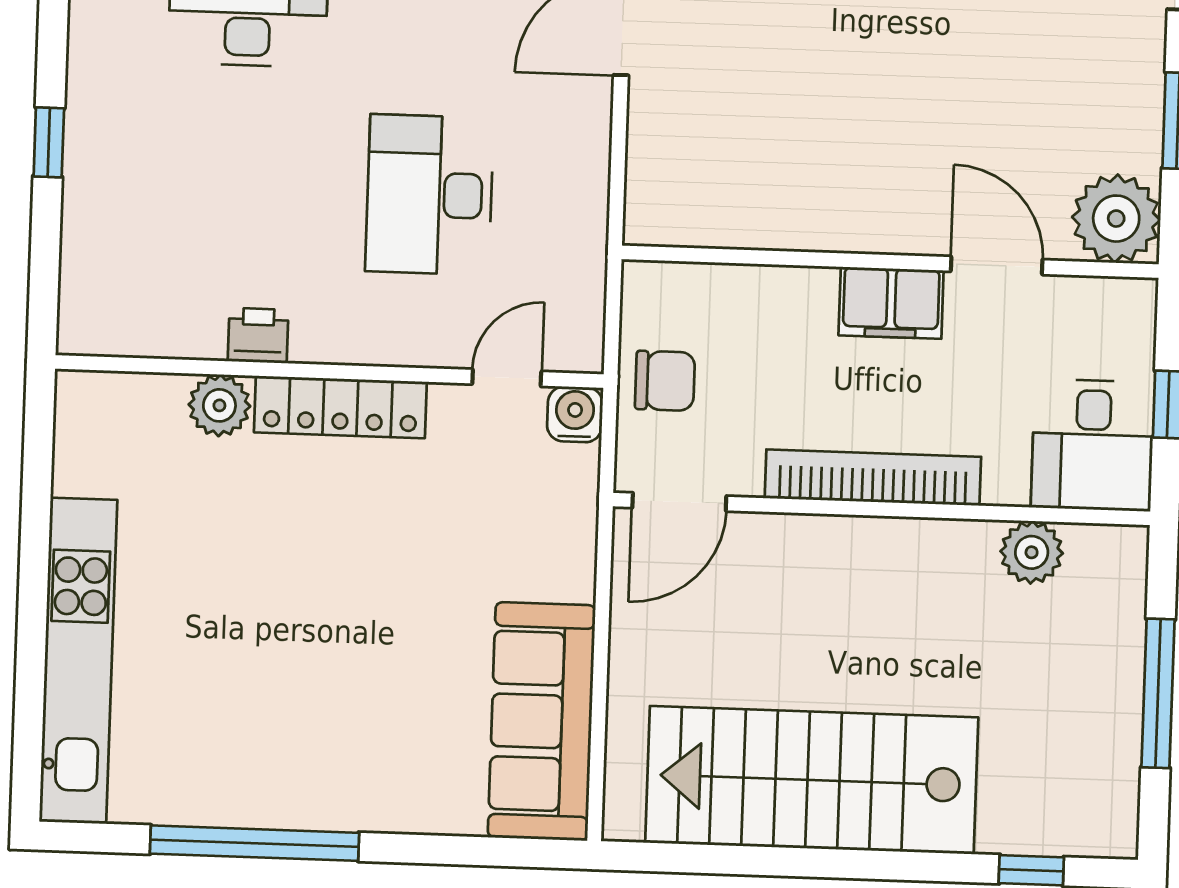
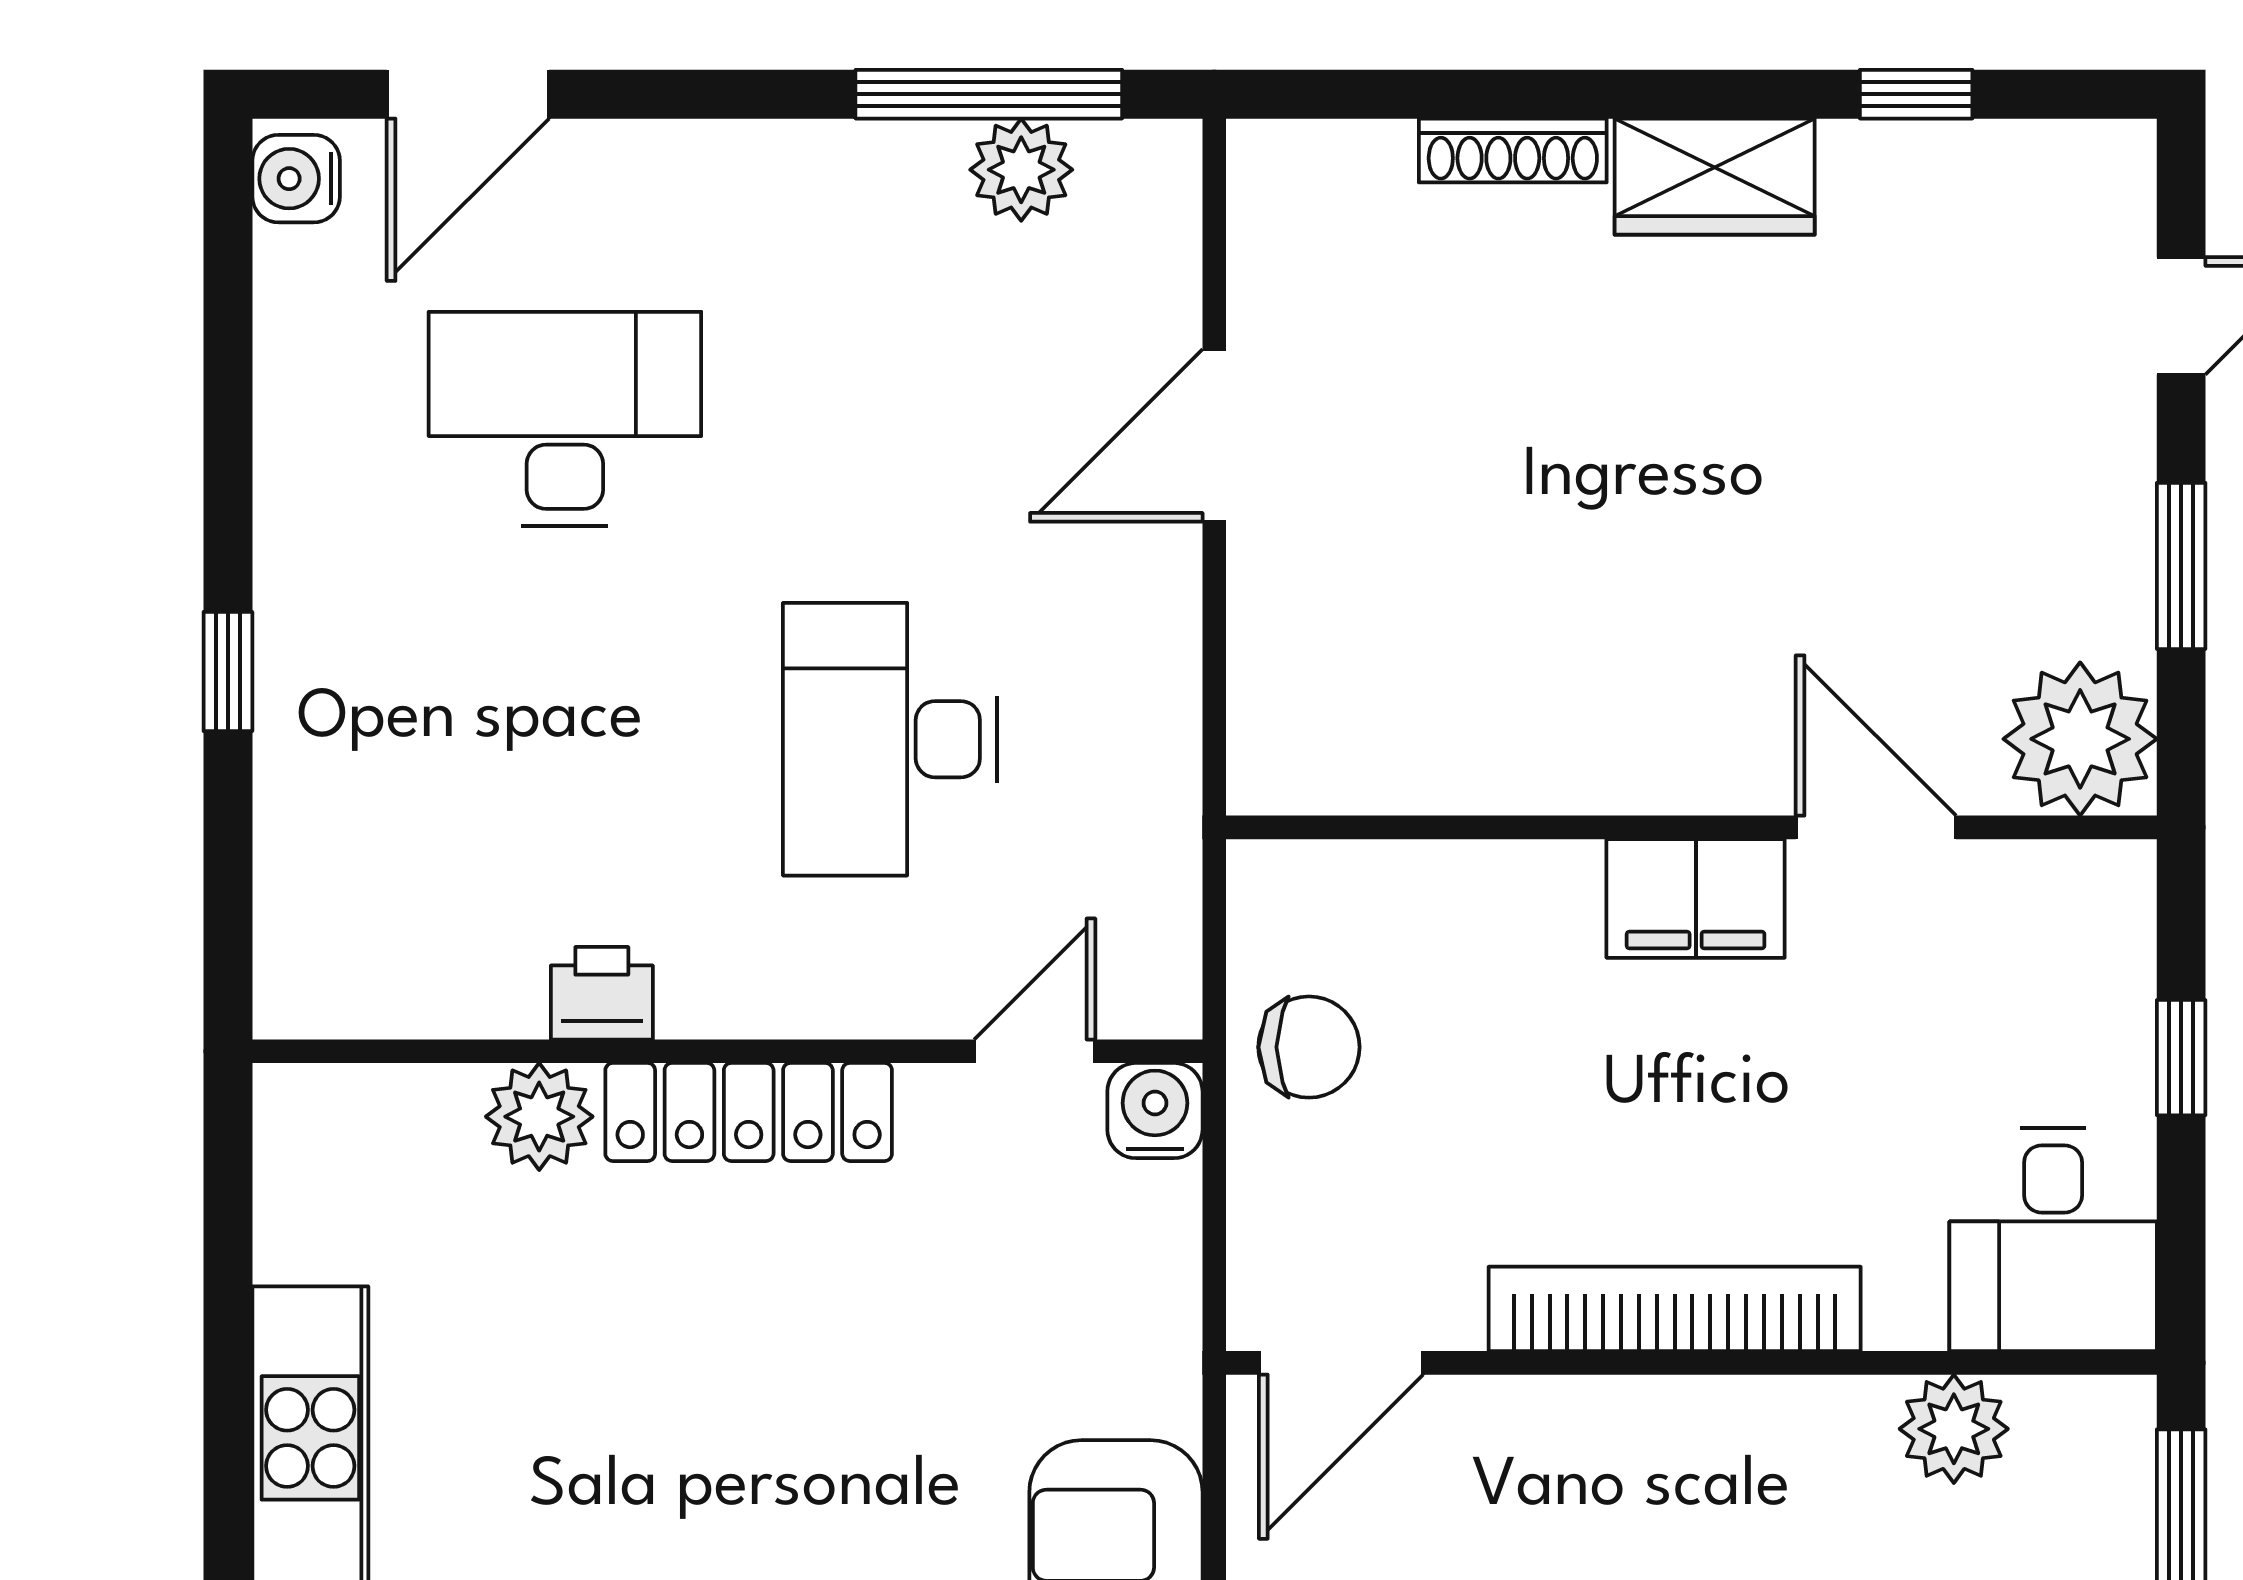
desk: (1093, 445) -> (2053, 1239), moved
bookcase: (873, 477) -> (1675, 1309), moved
door: (679, 502) -> (1341, 1363), moved
wall: (882, 509) -> (1691, 1363), moved
plant: (1032, 552) -> (1954, 1429), moved

